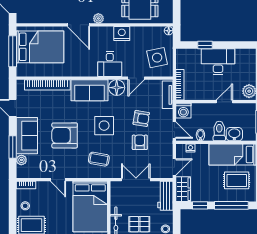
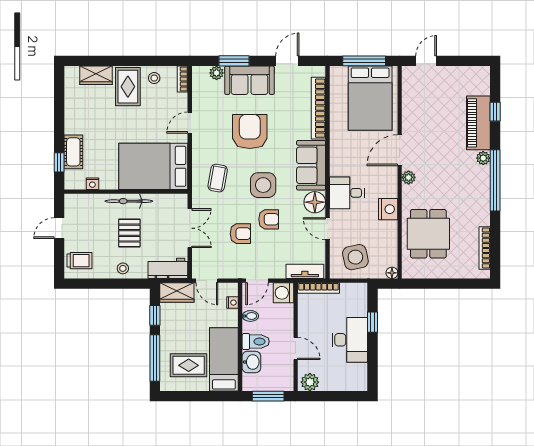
armchair: (141, 118) -> (269, 219), moved, turned -99
rug: (237, 180) -> (189, 365), turned 90

